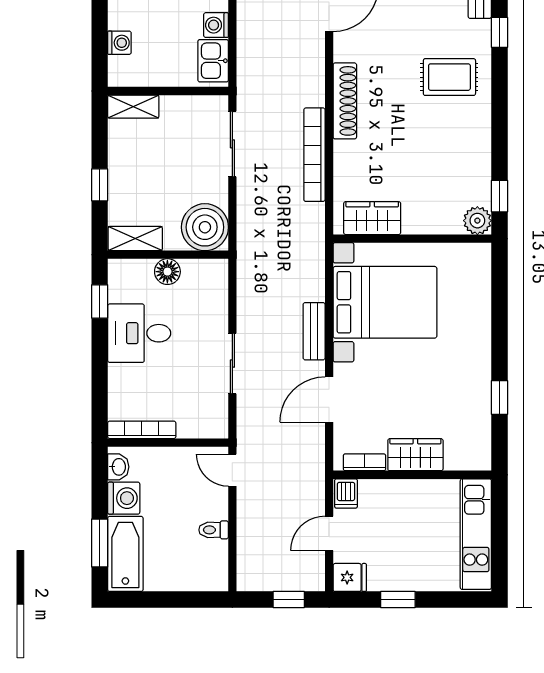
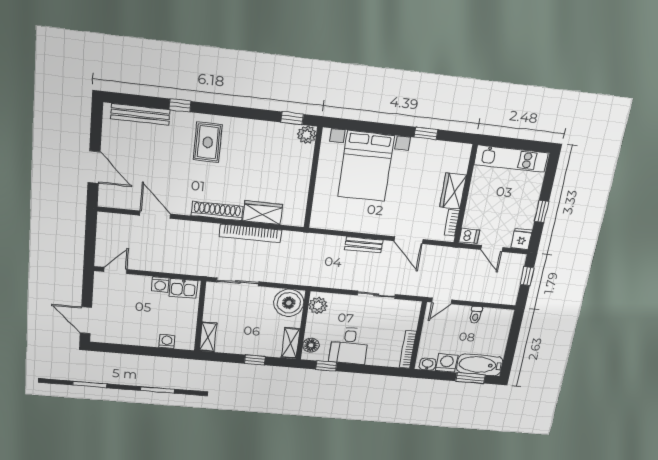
wardrobe: (372, 218) -> (263, 213), moved, turned 90
floor lamp: (167, 272) -> (311, 345), moved
plant: (205, 274) -> (318, 305), added
bed with nightstands: (385, 302) -> (366, 166), moved, turned 180

